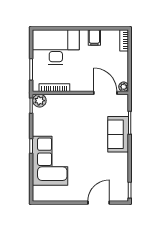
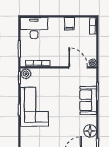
desk: (56, 47) -> (34, 28), width x0.73, depth x0.77
corner sofa: (50, 161) -> (34, 107), moved
floor lamp: (120, 173) -> (90, 131), added

